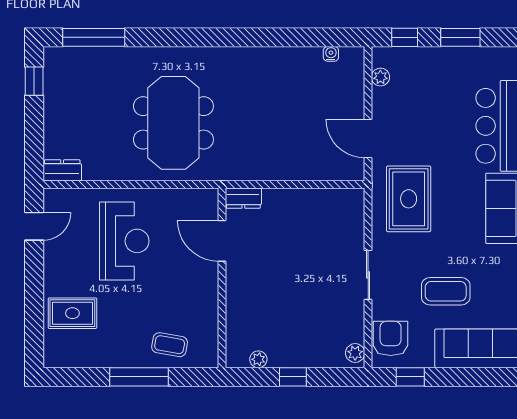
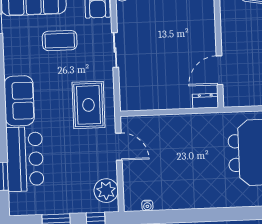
plant: (380, 77) -> (106, 191), width x1.87, depth x1.87
door: (222, 241) -> (219, 70), swing flipped

